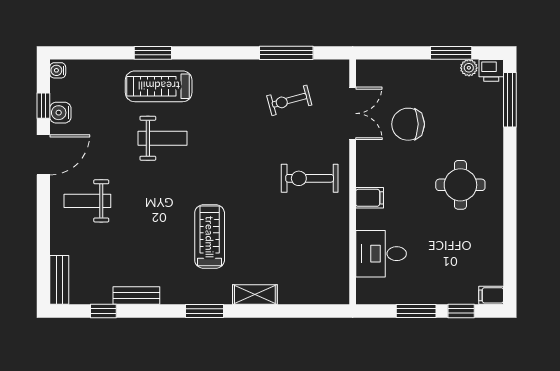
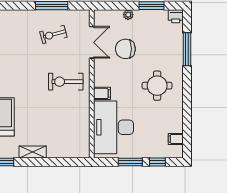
plant: (469, 68) -> (128, 15), moved
window: (510, 100) -> (187, 49), moved
desk: (381, 254) -> (114, 127), width x1.87, depth x1.30
filing cabinet: (491, 295) -> (176, 139), moved

